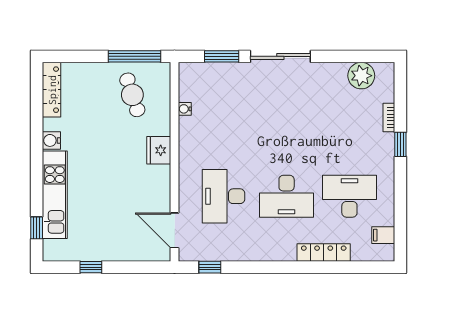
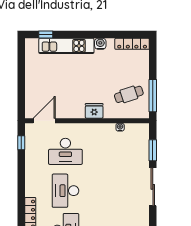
desk: (224, 196) -> (65, 151), turned 180
window: (91, 267) -> (21, 68), removed

